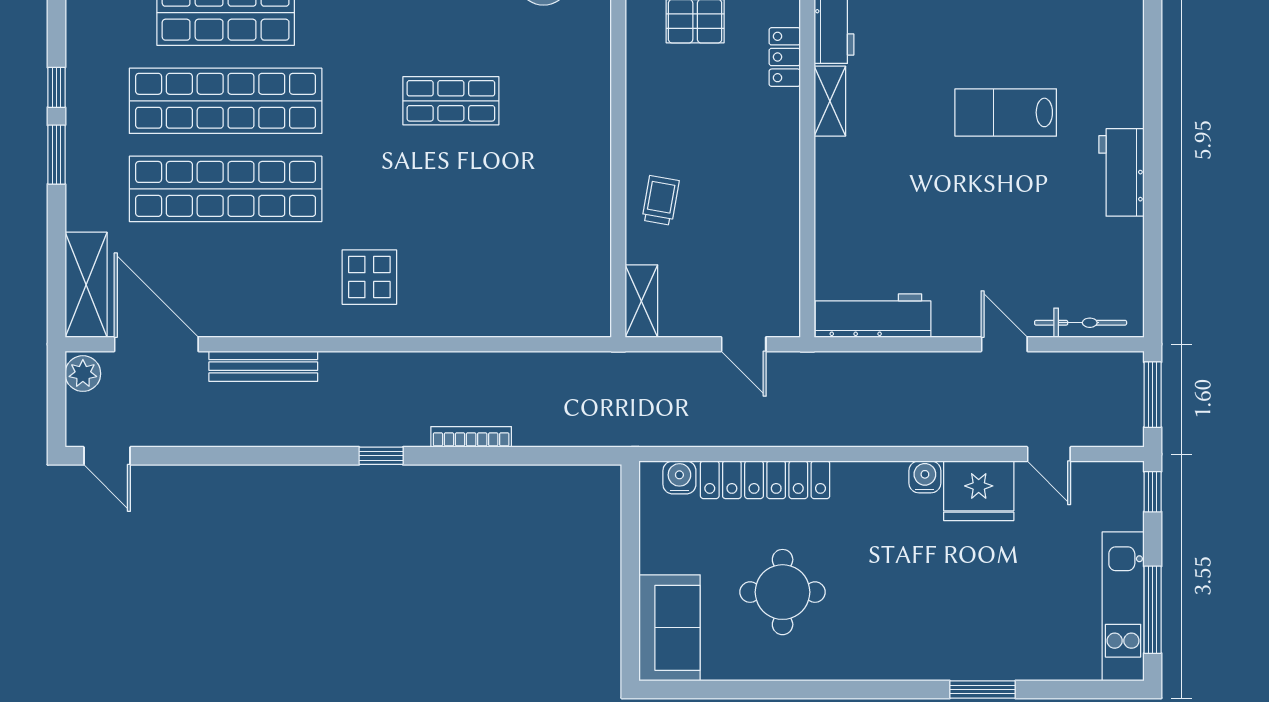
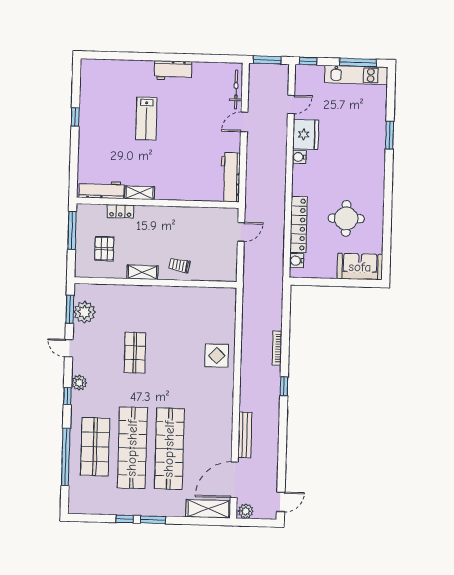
display table: (369, 277) -> (217, 356), moved
shelving: (641, 301) -> (142, 272), moved

